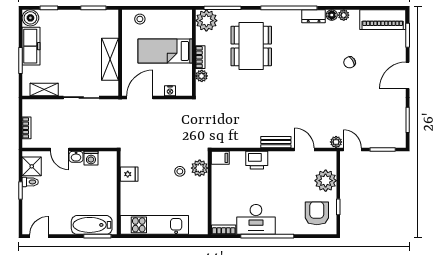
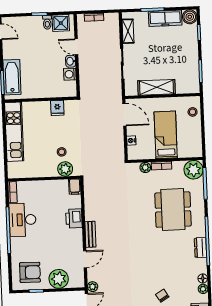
dresser: (314, 16) -> (200, 248), moved
dining table: (251, 46) -> (173, 210), turned 90
door: (60, 150) -> (76, 47), hinge flipped

